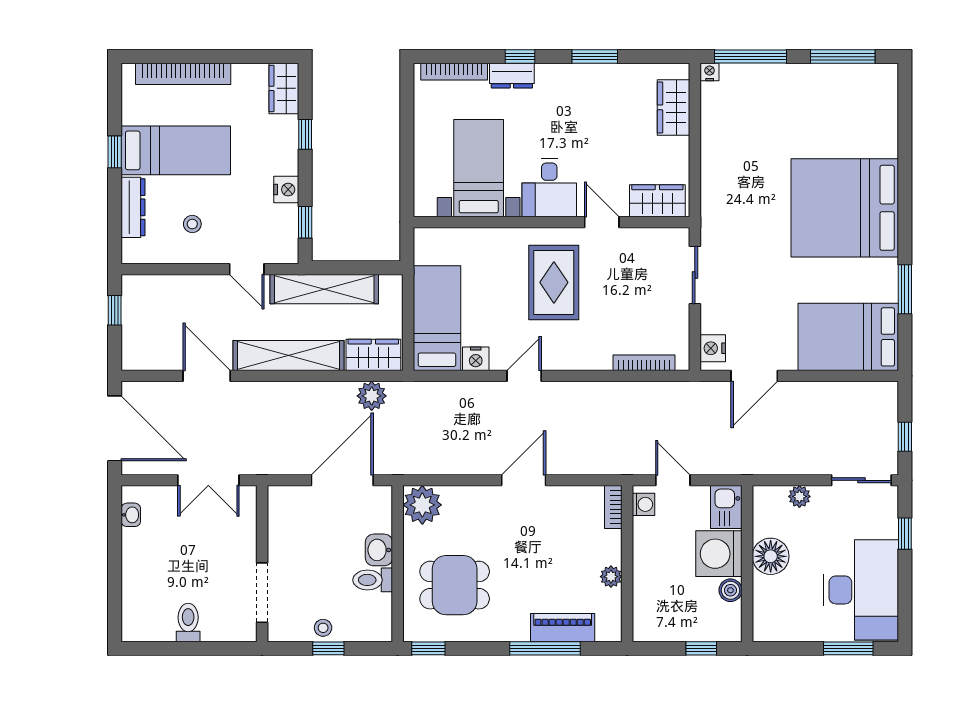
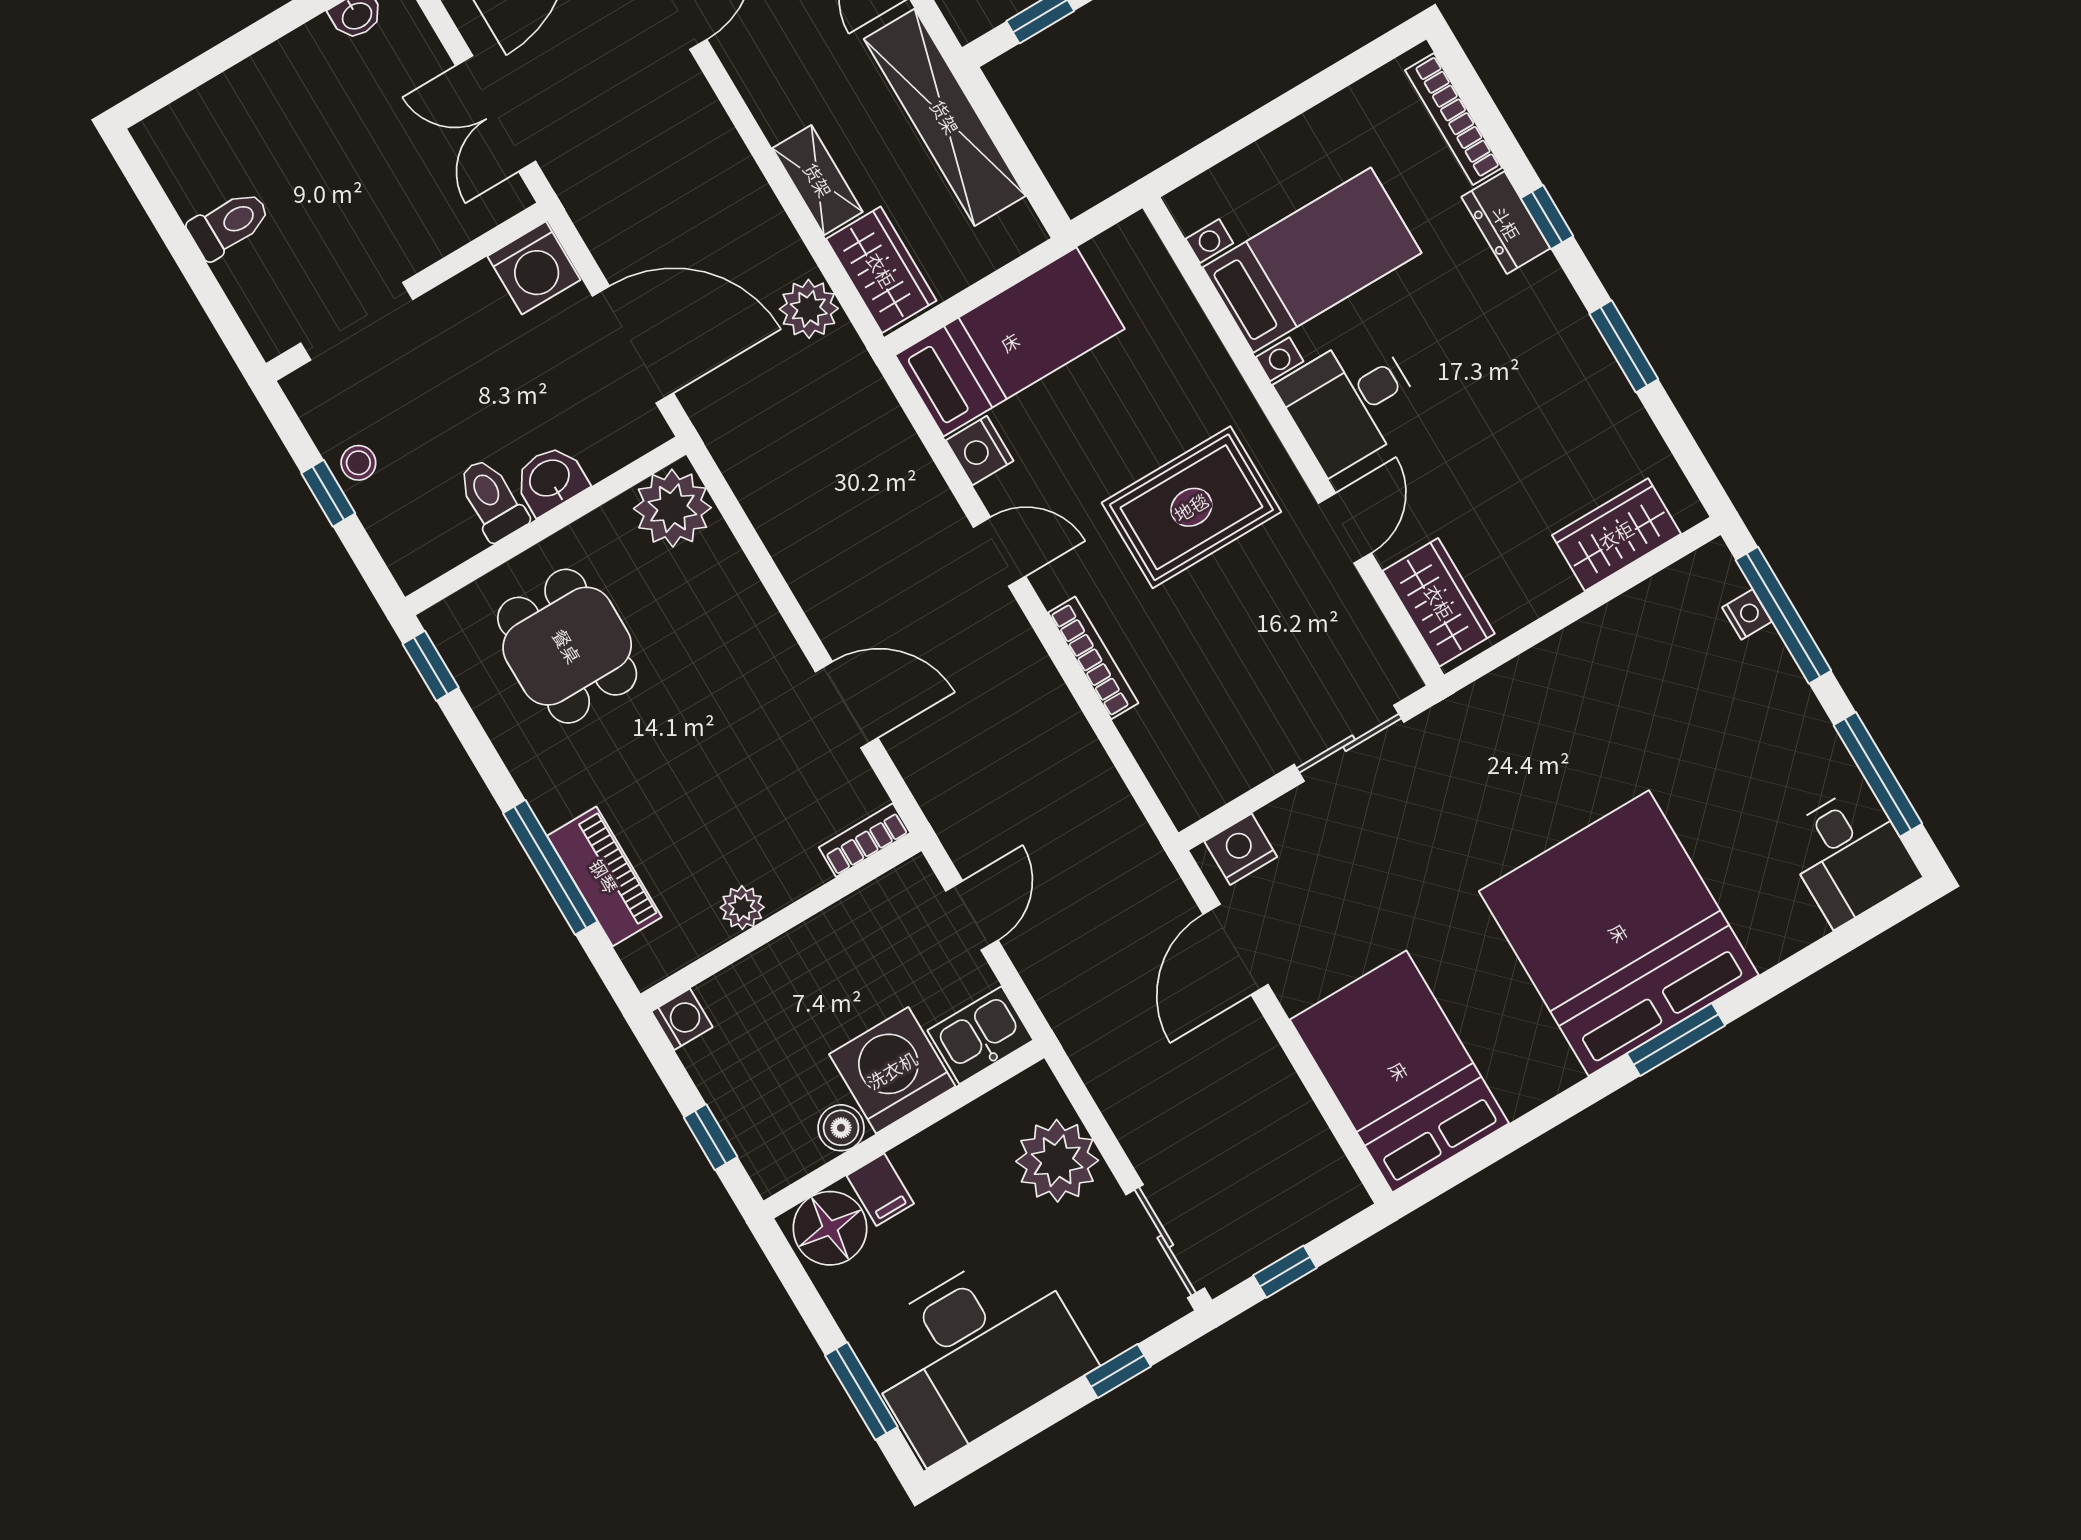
nightstand: (710, 72) -> (1747, 614), moved
desk: (870, 89) -> (1850, 855), added
window: (905, 289) -> (1676, 1039), moved
shelving: (288, 356) -> (818, 180), width x0.45, depth x0.75
bookcase: (644, 363) -> (1093, 658), moved
door: (754, 376) -> (1236, 949), hinge flipped
door: (524, 480) -> (847, 705), moved
plant: (799, 496) -> (1057, 1161), width x1.88, depth x1.88
washing machine: (284, 503) -> (534, 268), added
washing machine: (644, 504) -> (682, 1019), moved, turned -90
floor lamp: (771, 556) -> (830, 1228), moved
filing cabinet: (767, 589) -> (880, 1190), added

